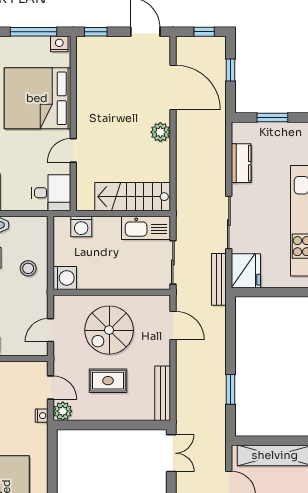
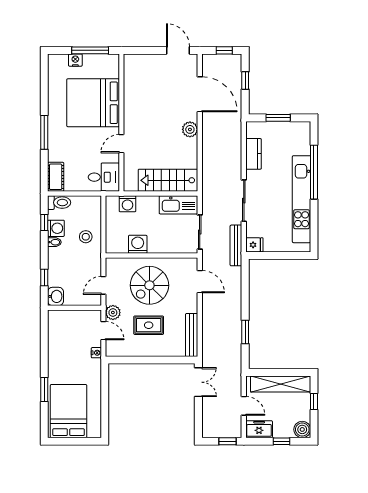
window: (96, 32) -> (139, 50), removed
nightstand: (59, 44) -> (75, 60), moved
fridge: (246, 271) -> (254, 245), width x0.53, depth x0.75
washing machine: (65, 278) -> (138, 244), moved, turned -90
plant: (63, 411) -> (113, 313), moved

